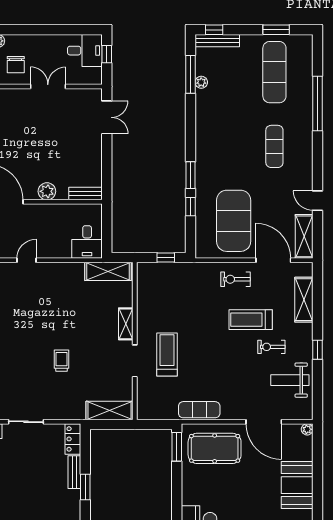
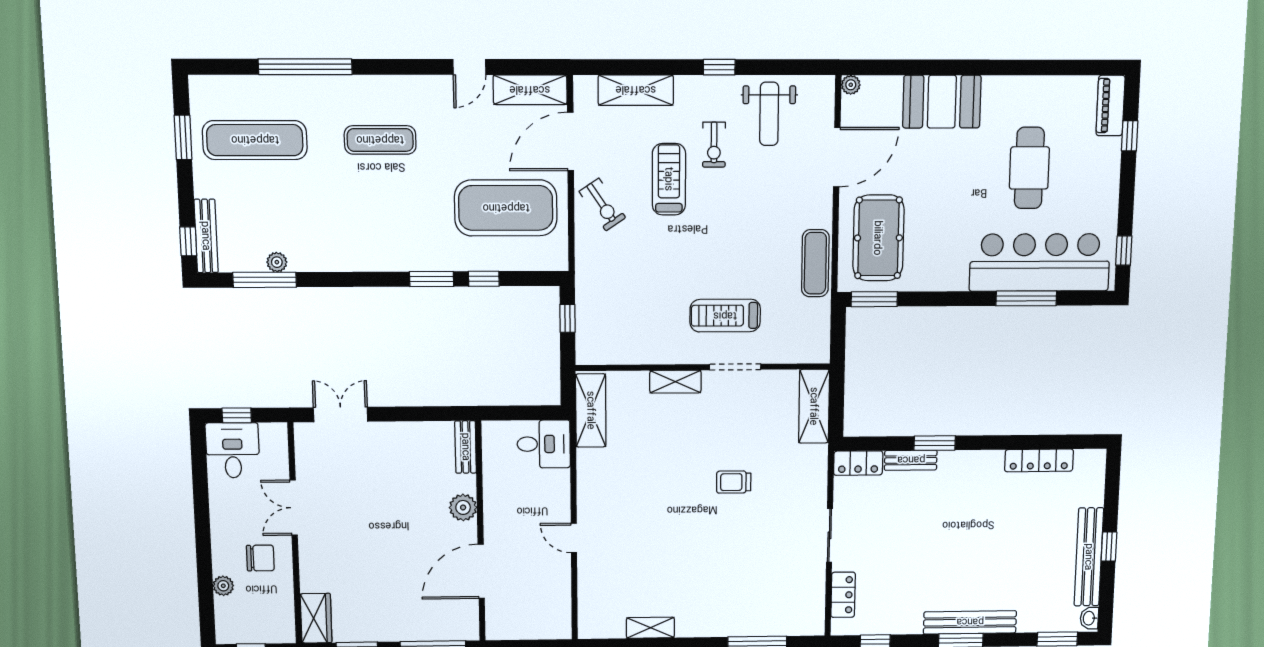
exercise bike: (235, 279) -> (602, 205), turned -34
treadmill: (251, 320) -> (669, 179), turned 180

